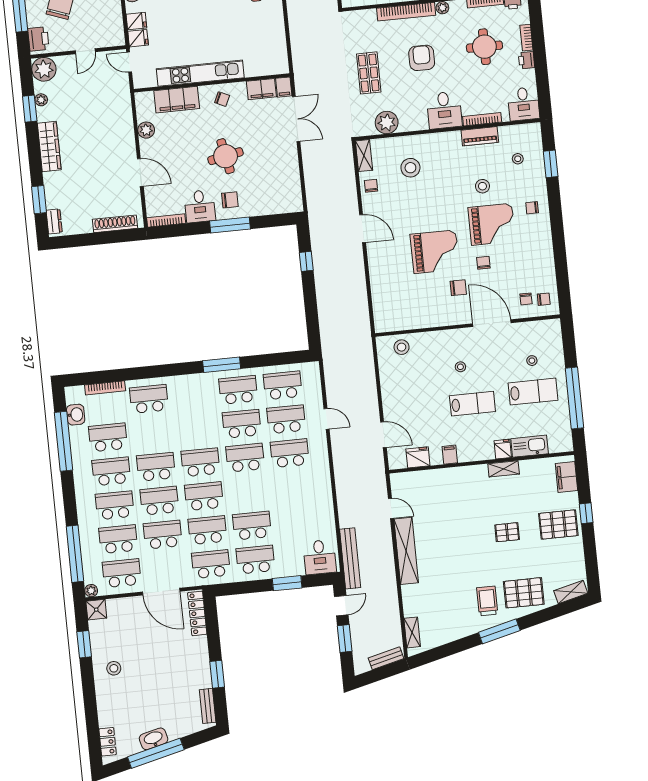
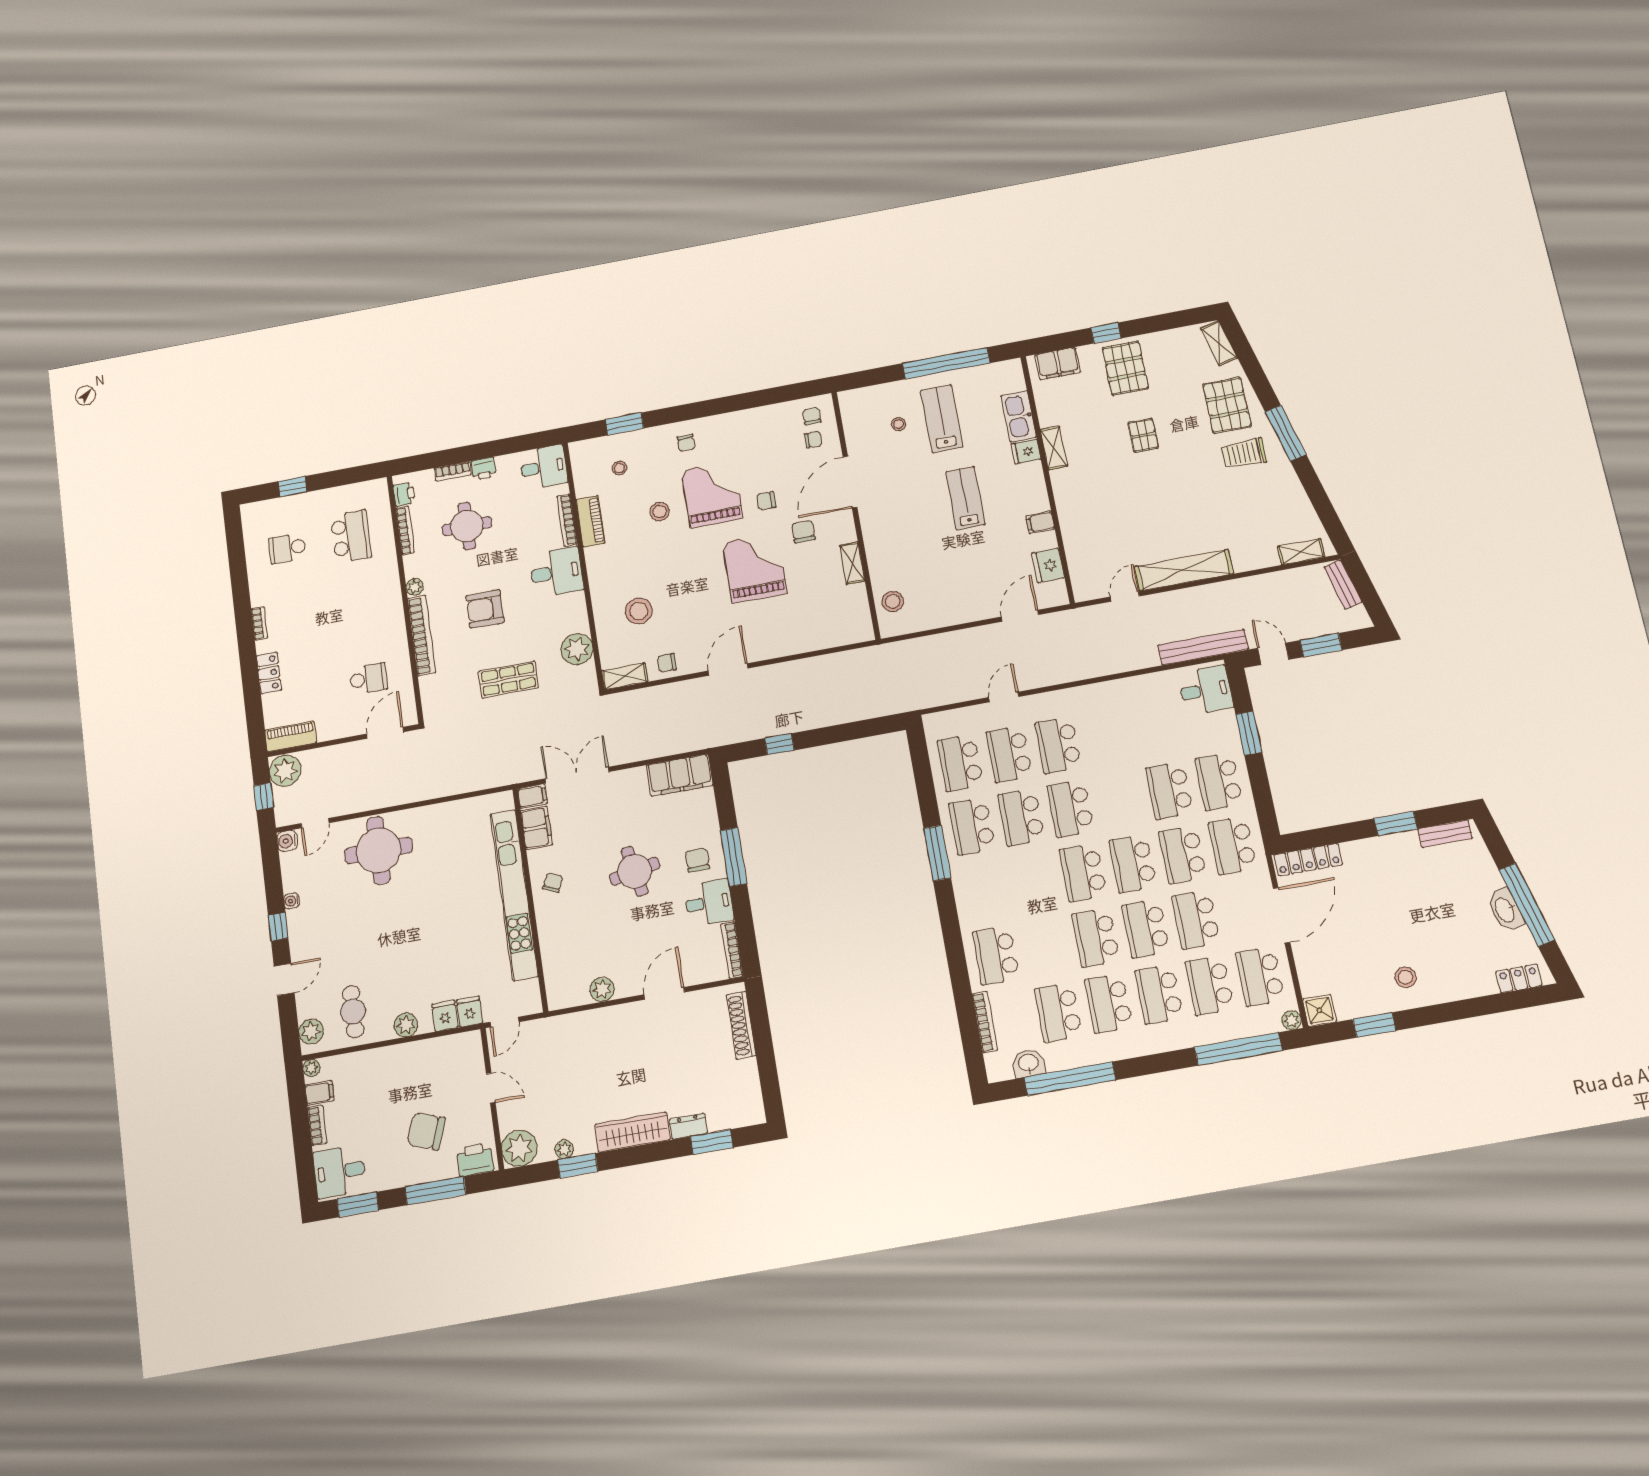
kitchen unit: (200, 73) -> (514, 895), width x1.36
filing cabinet: (177, 100) -> (680, 775), moved, turned 90
dresser: (54, 221) -> (688, 1126), moved
shelving: (432, 321) -> (852, 563), added
stool: (460, 367) -> (915, 519), removed

